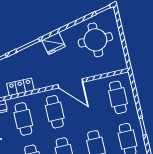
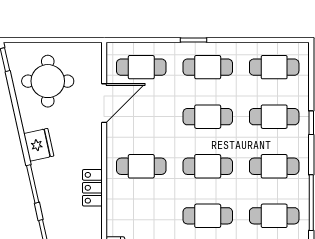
door: (70, 83) -> (104, 103), moved
locker: (20, 87) -> (92, 188), moved
cafe table: (23, 119) -> (141, 216), removed

